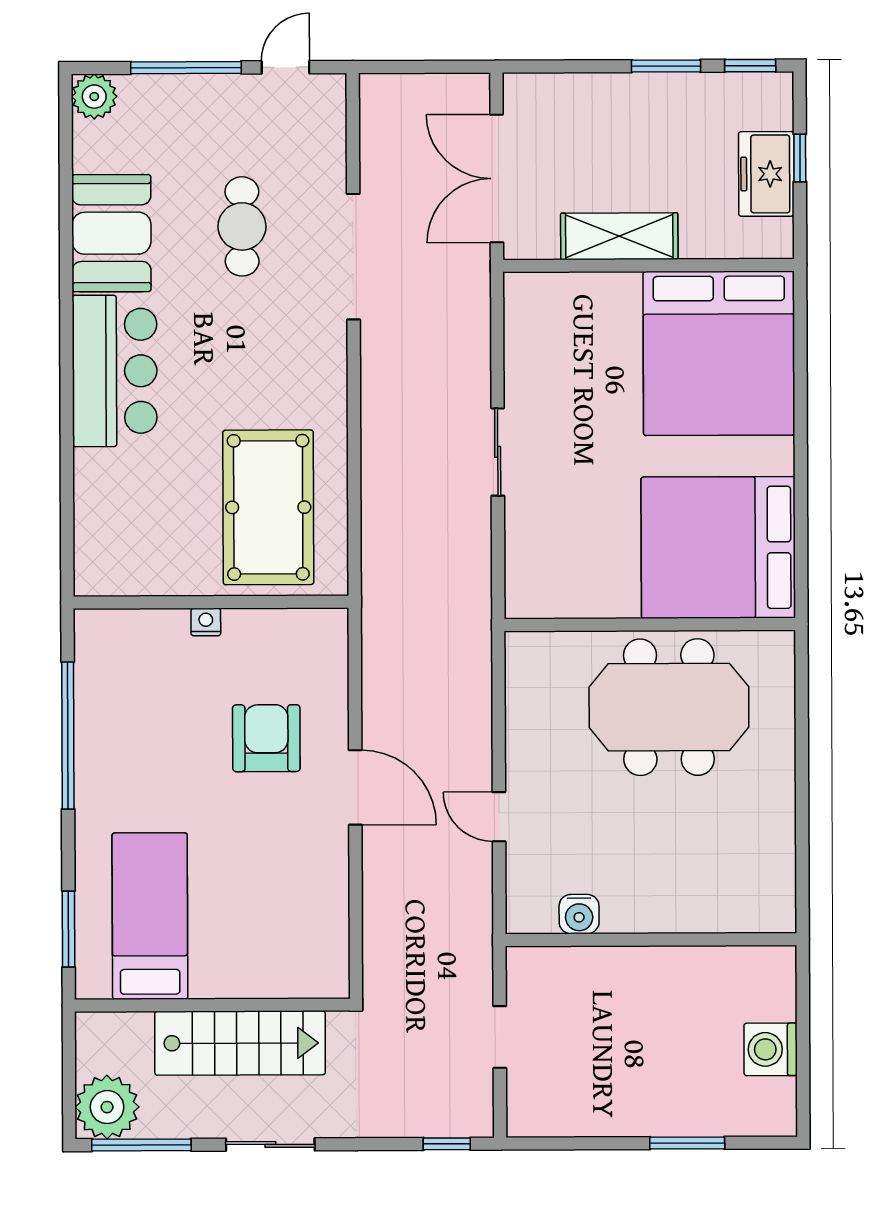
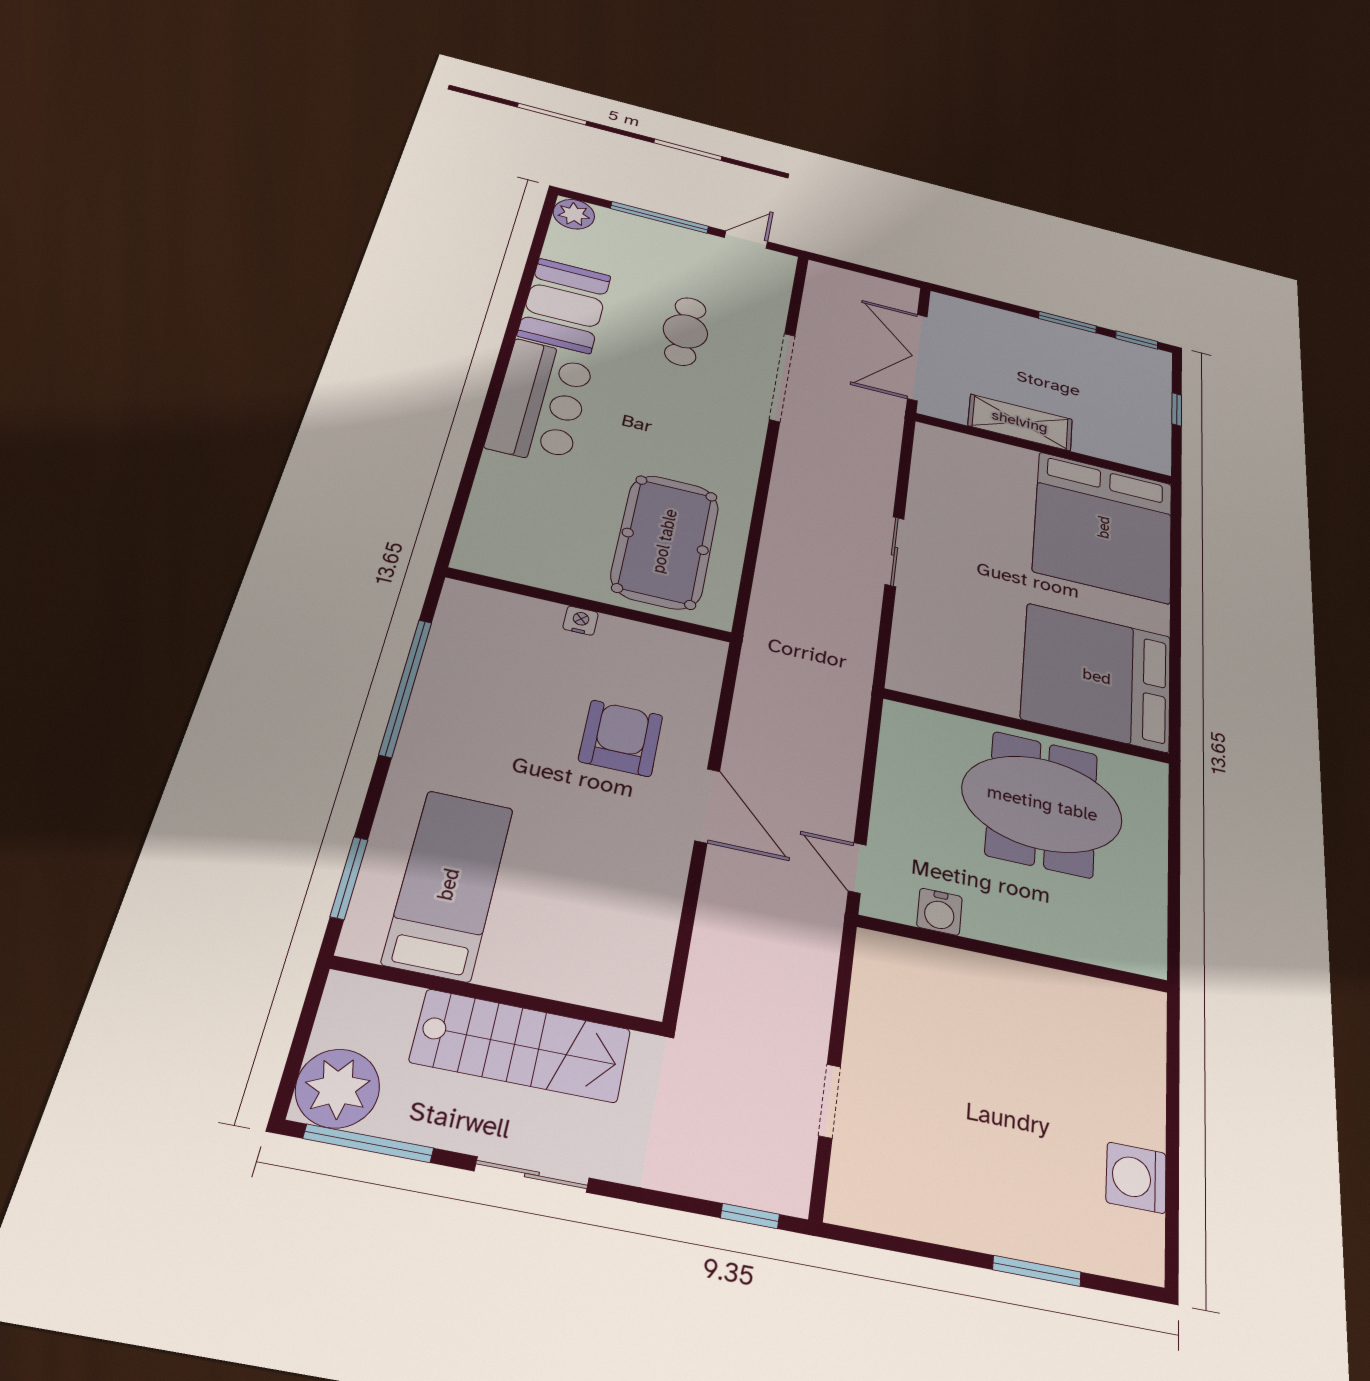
freezer: (766, 174) -> (1148, 413), removed
water cooler: (579, 914) -> (940, 912), moved
wall: (651, 940) -> (1014, 954), moved

